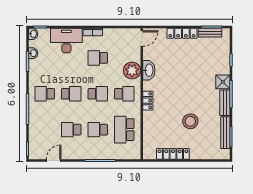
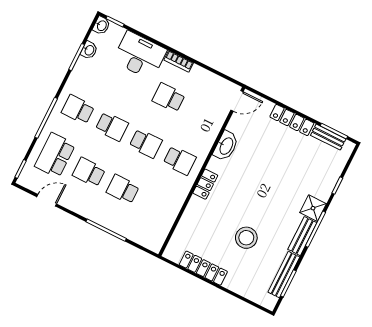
plant: (132, 71) -> (204, 136), removed
school desk: (124, 130) -> (55, 155), moved

